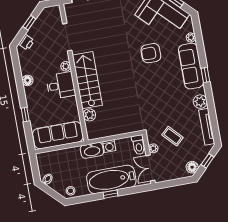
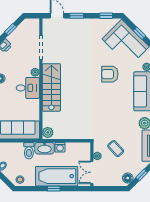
plant: (89, 115) -> (48, 132), moved
toilet: (138, 145) -> (29, 151), moved

